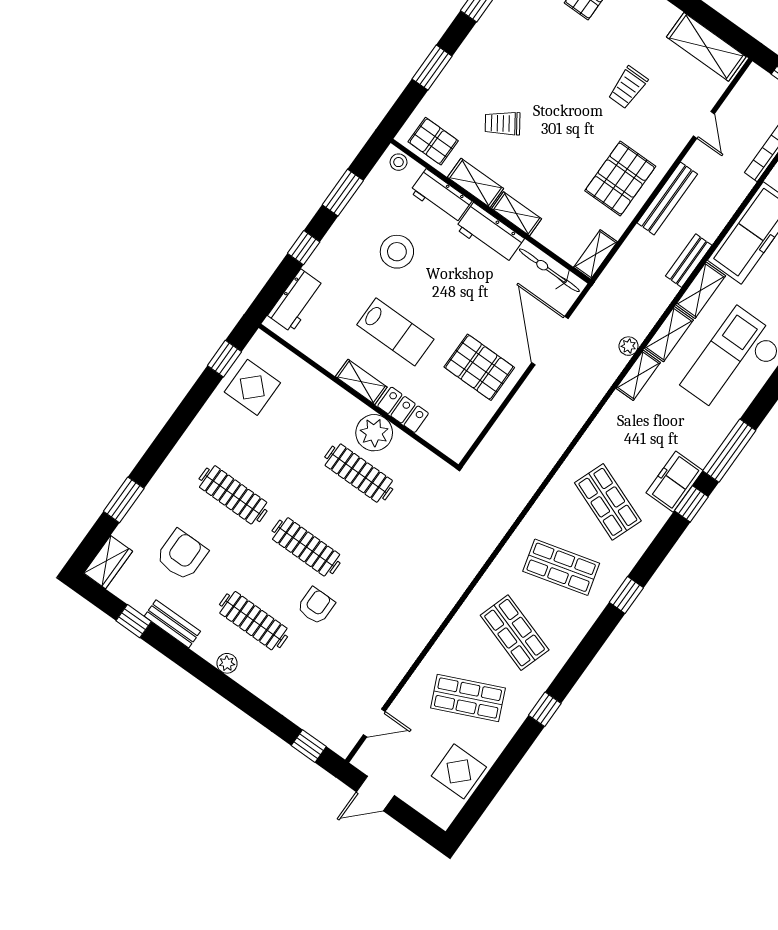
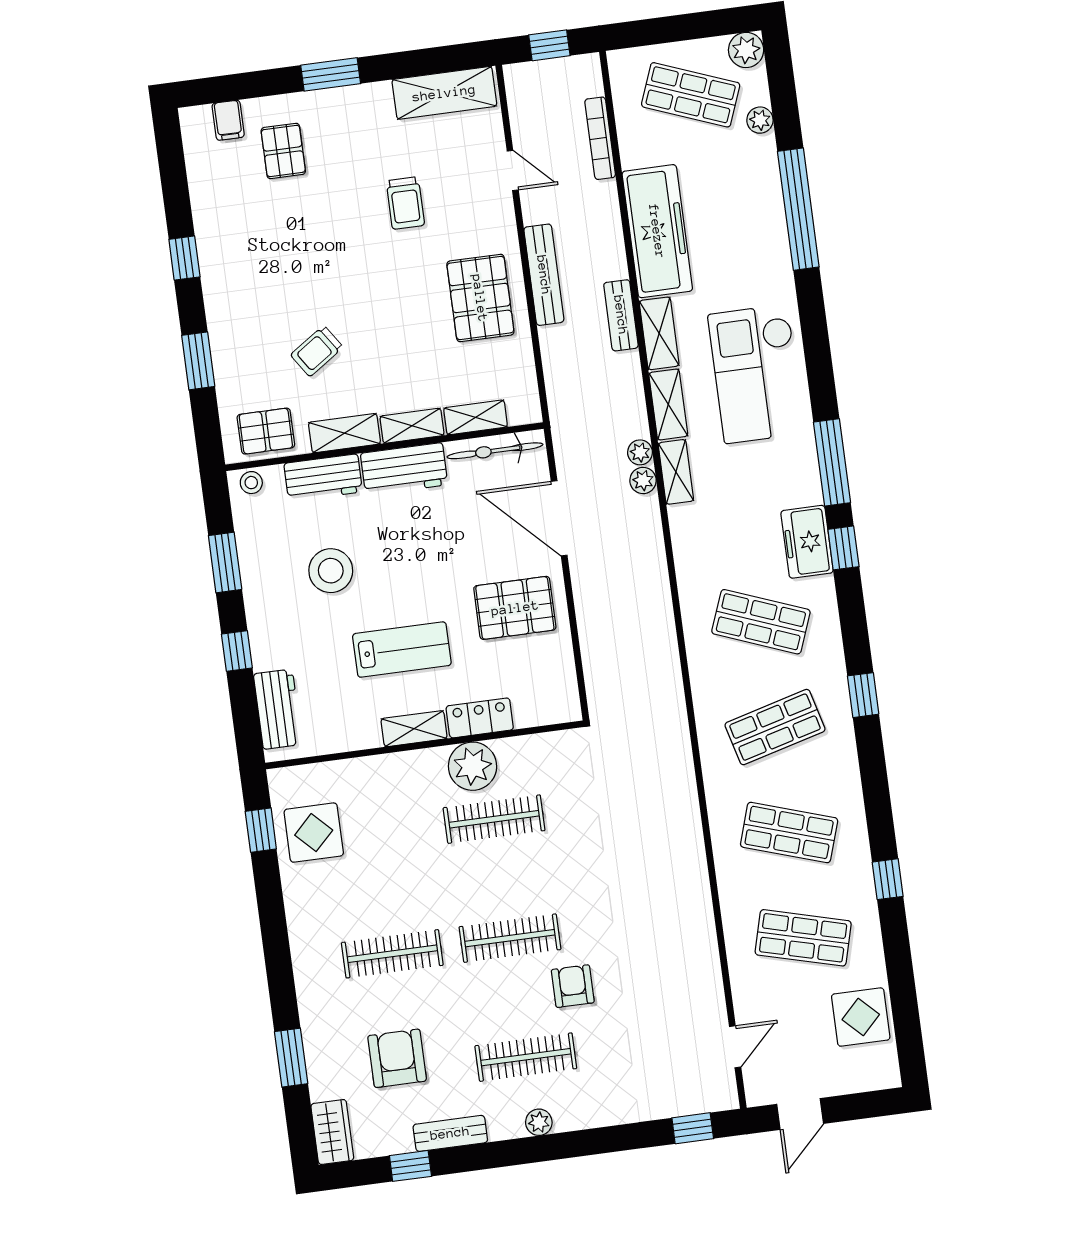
shelving: (595, 254) -> (476, 417), moved, turned 90
plant: (616, 363) -> (643, 480), added
shop shelf: (468, 698) -> (803, 938), turned 39

